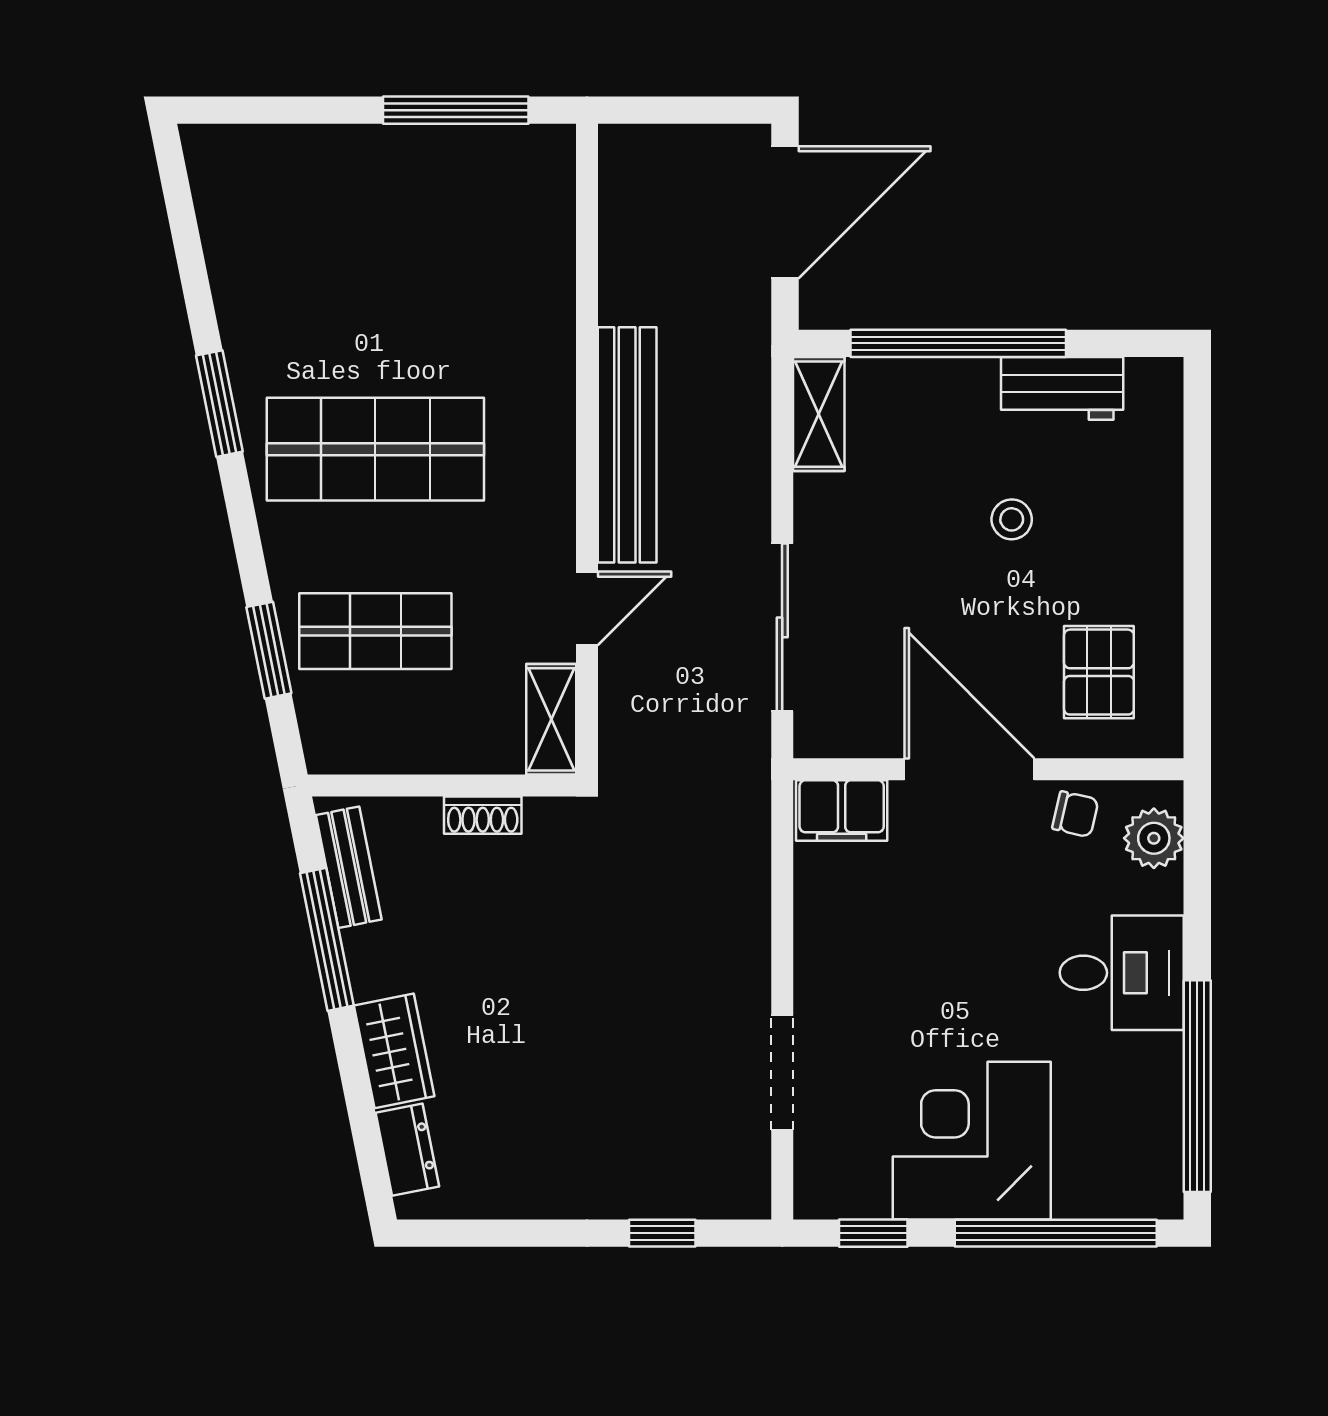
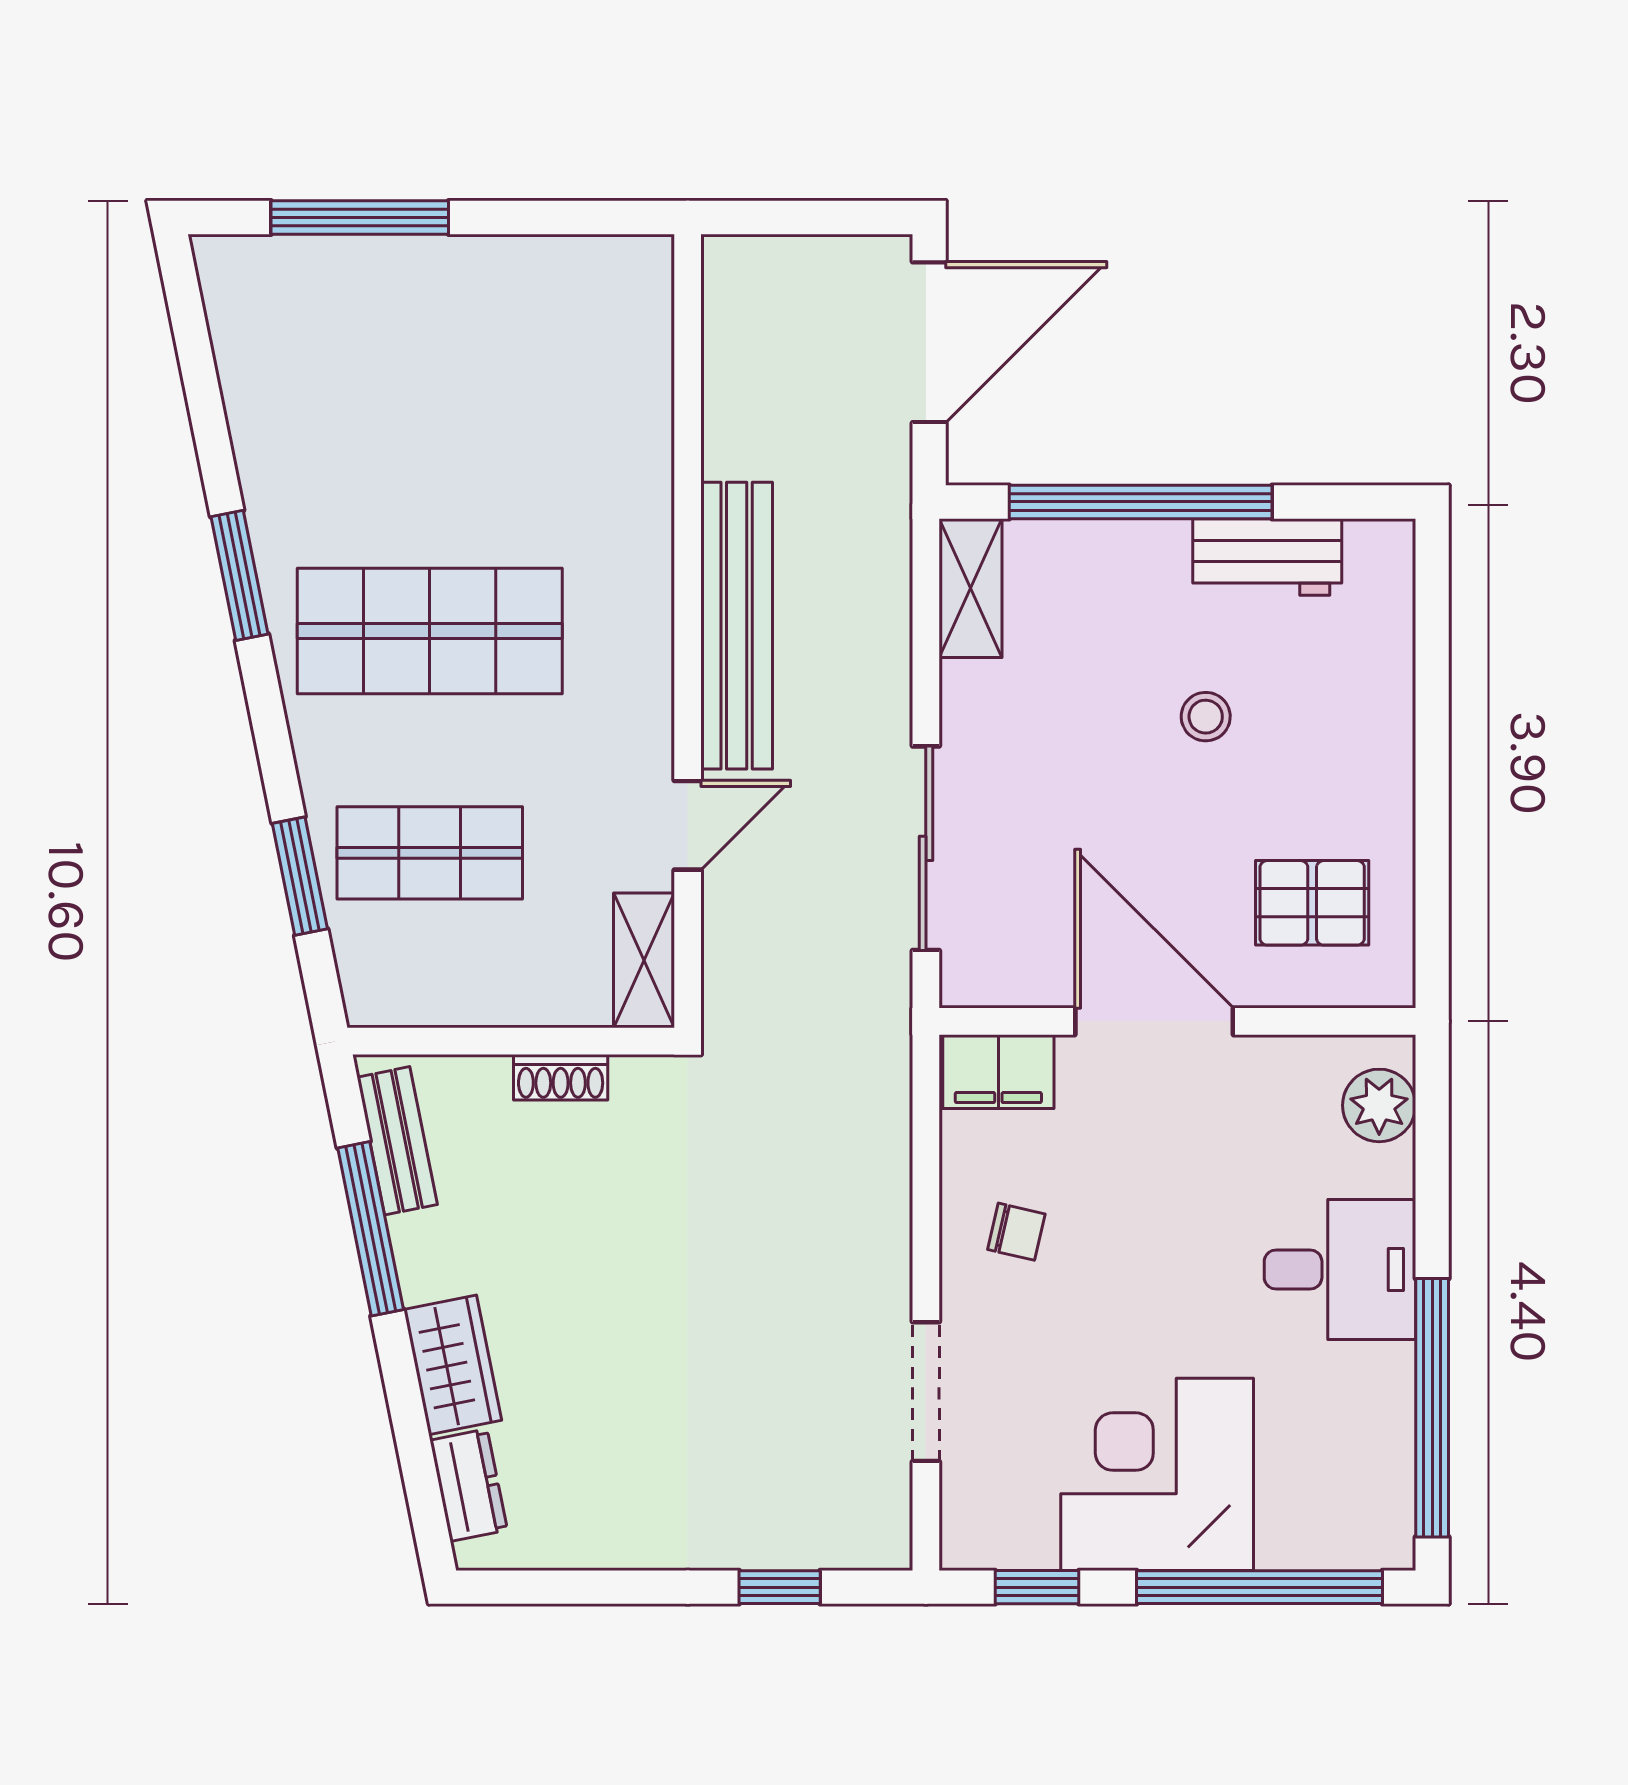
window: (456, 110) -> (360, 217), moved
pallet: (1099, 672) -> (1312, 903), turned 90
chair: (1075, 814) -> (1016, 1232), moved

